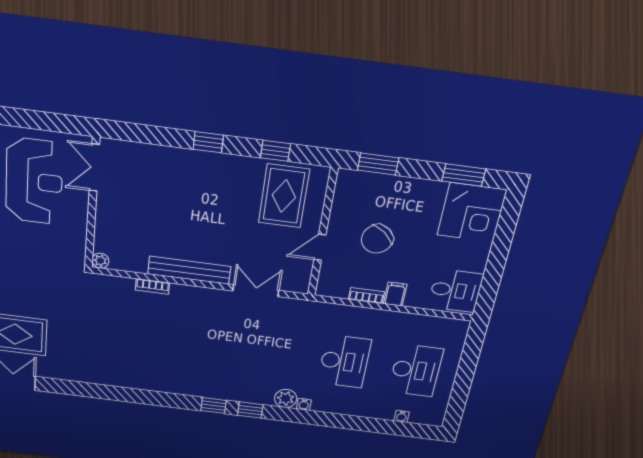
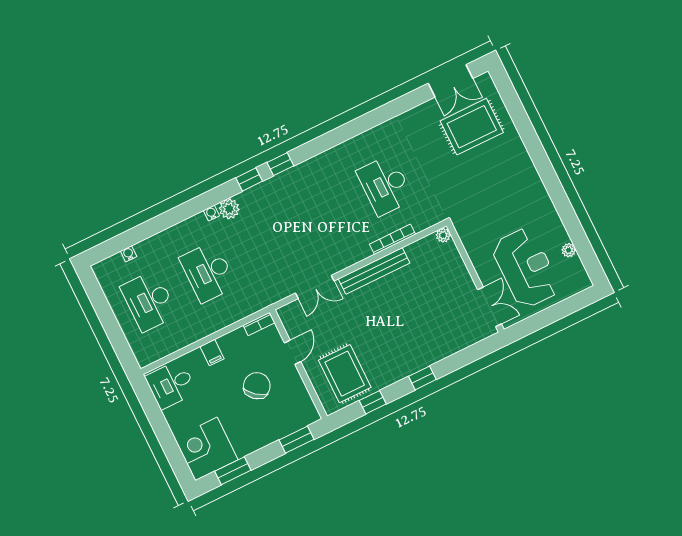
reception desk: (34, 181) -> (526, 268), turned 180
bookcase: (152, 286) -> (393, 239), width x1.56
bookcase: (366, 296) -> (259, 324), moved
desk: (129, 335) -> (385, 185), added

